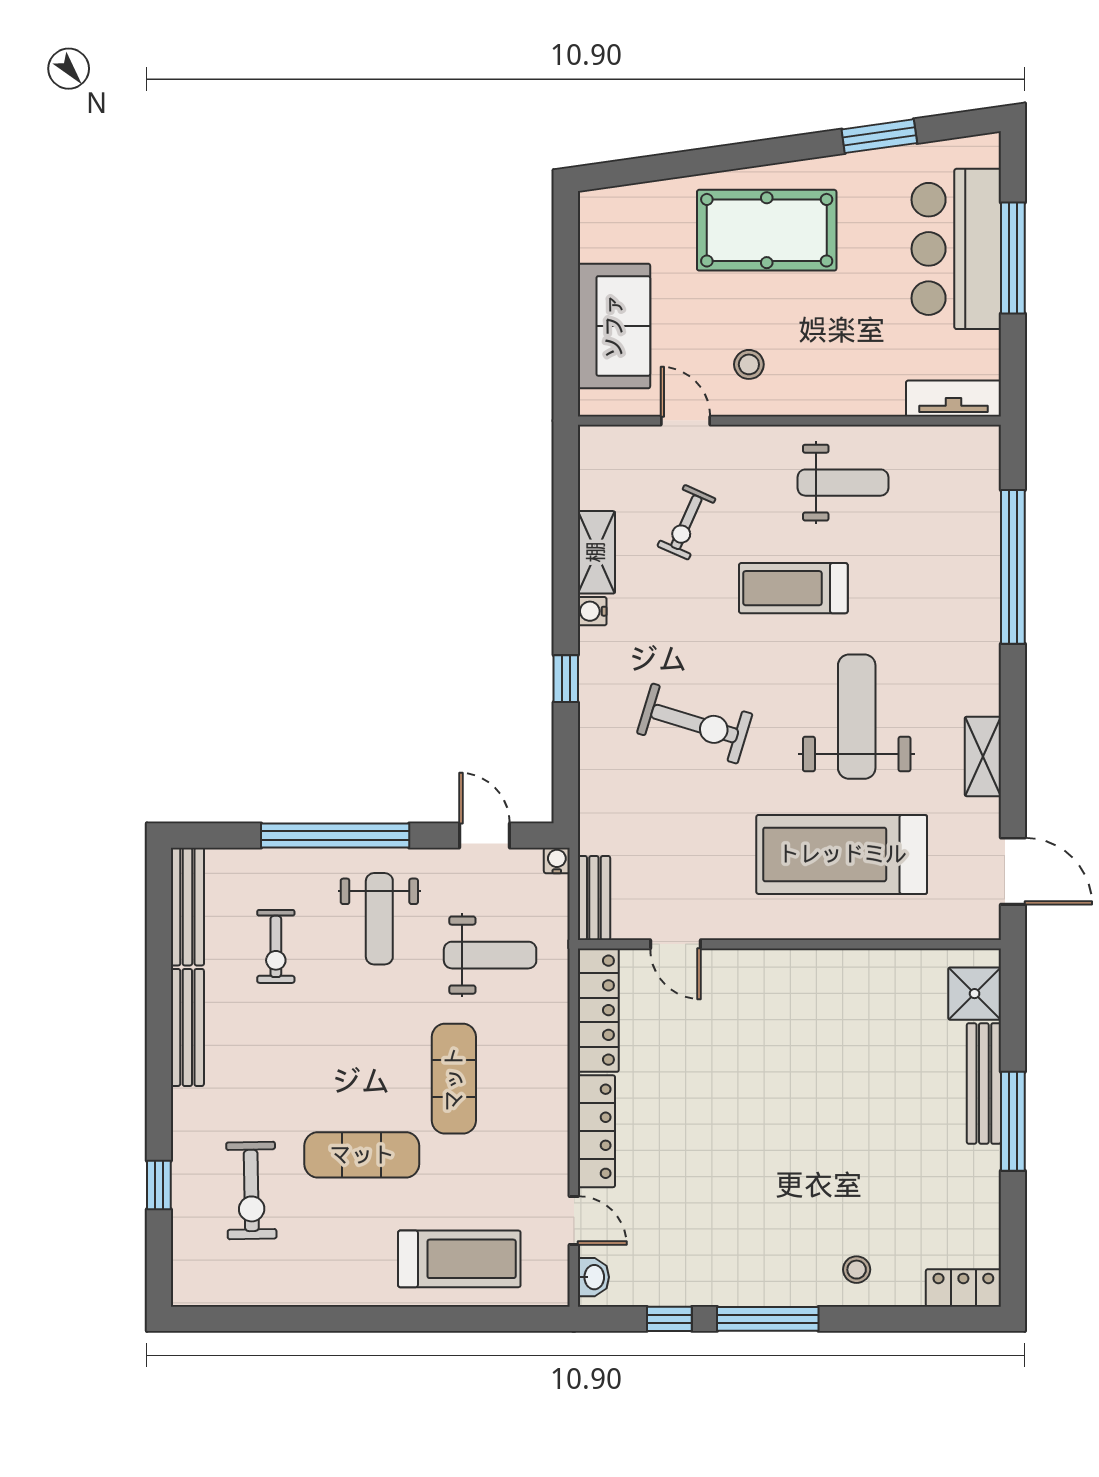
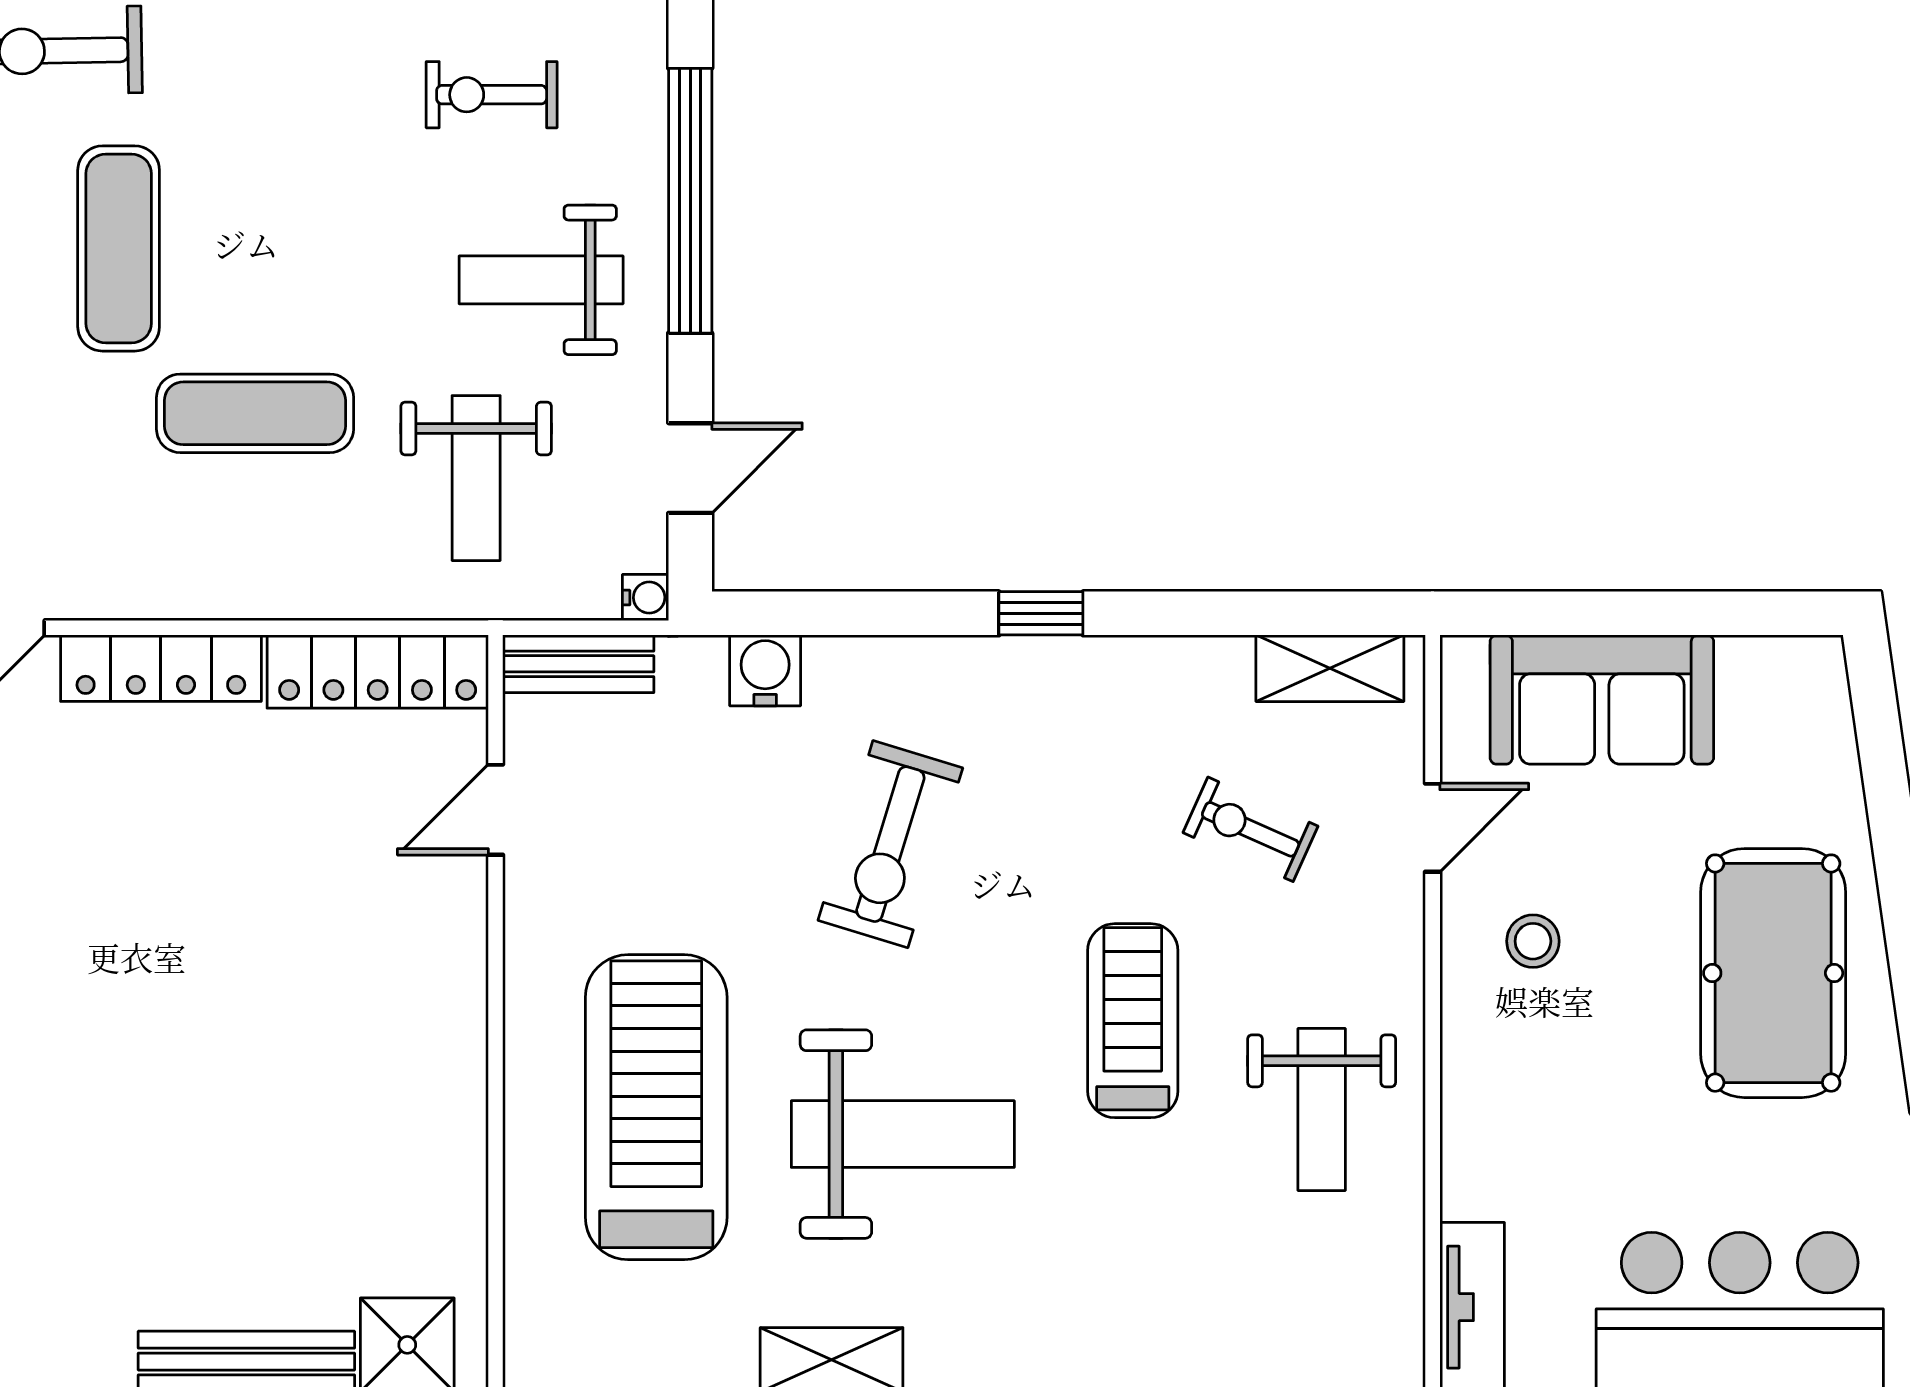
shelving: (596, 552) -> (1330, 668), moved
water cooler: (592, 611) -> (765, 670), moved, width x1.38, depth x1.38
window: (566, 679) -> (1041, 613), moved

